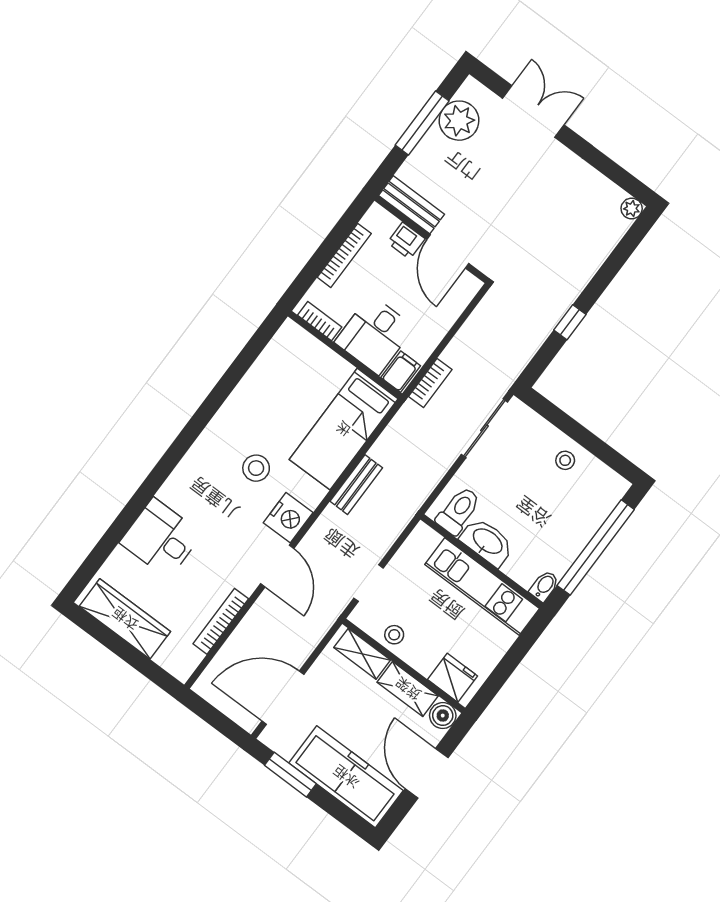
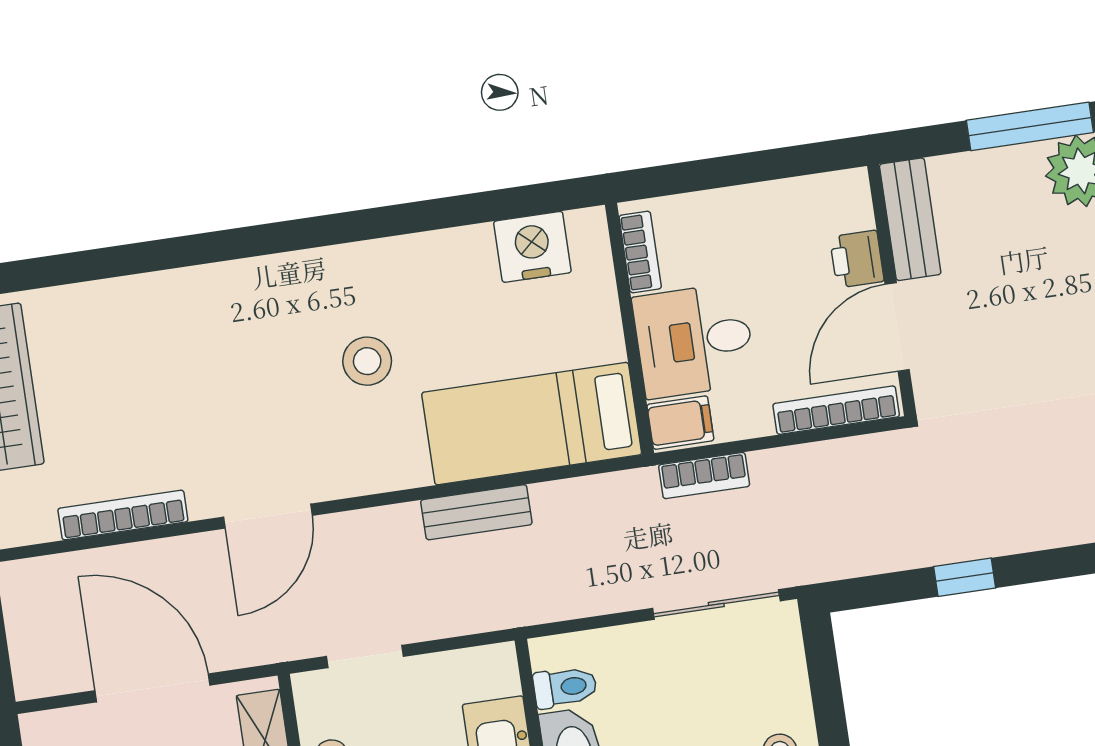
bookcase: (344, 255) -> (836, 410), moved, turned 180
toilet: (459, 511) -> (565, 687), width x0.73, depth x0.72
nightstand: (288, 518) -> (532, 247), moved, turned 180
desk: (161, 538) -> (152, 329), removed
door: (283, 698) -> (152, 688), moved

